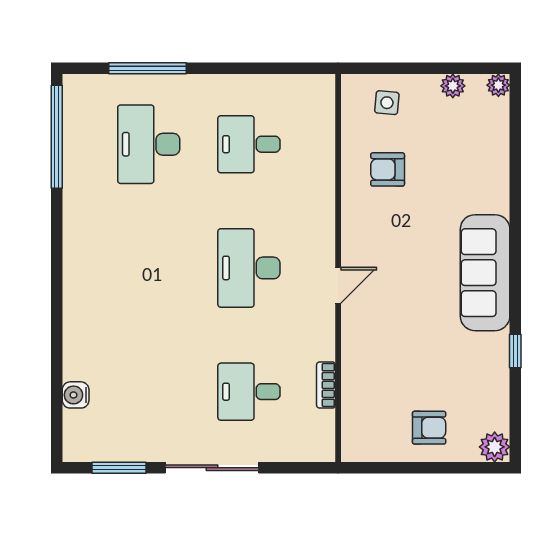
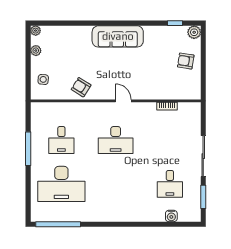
window: (148, 68) -> (28, 149), moved
desk: (149, 144) -> (61, 184), width x1.36, depth x1.30
armchair: (388, 169) -> (81, 87), moved, turned 122
window: (515, 351) -> (175, 23), moved
desk: (249, 392) -> (170, 184), moved
armchair: (429, 428) -> (186, 61), turned -81

